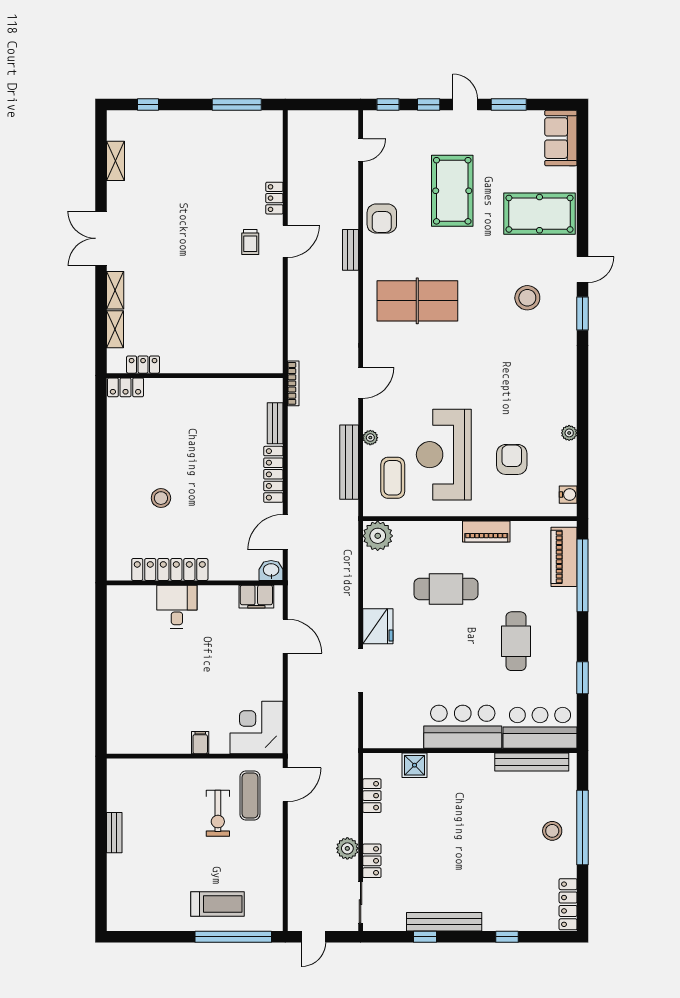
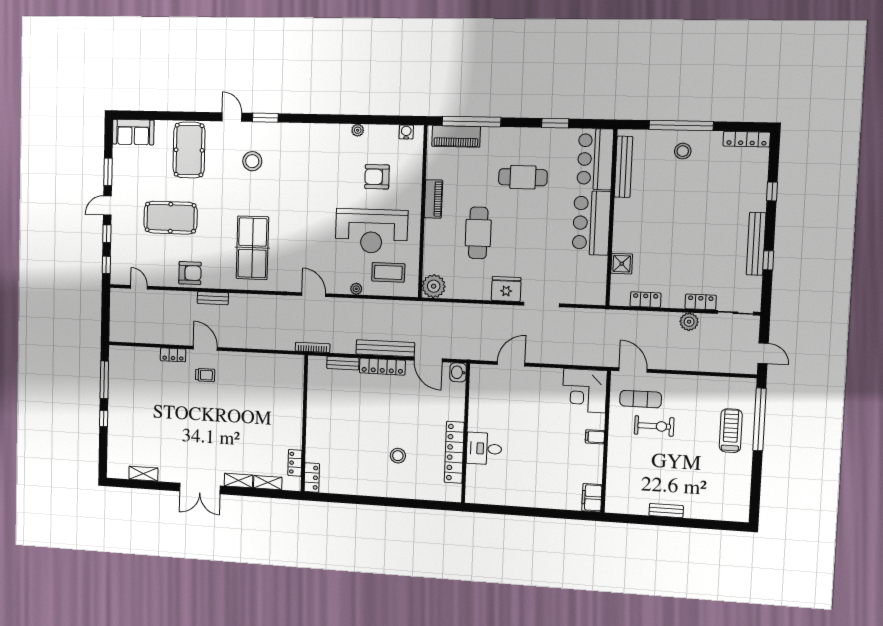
window: (148, 105) -> (104, 418), moved
bench: (349, 462) -> (385, 348), moved
filing cabinet: (256, 597) -> (592, 498), moved, turned 180

